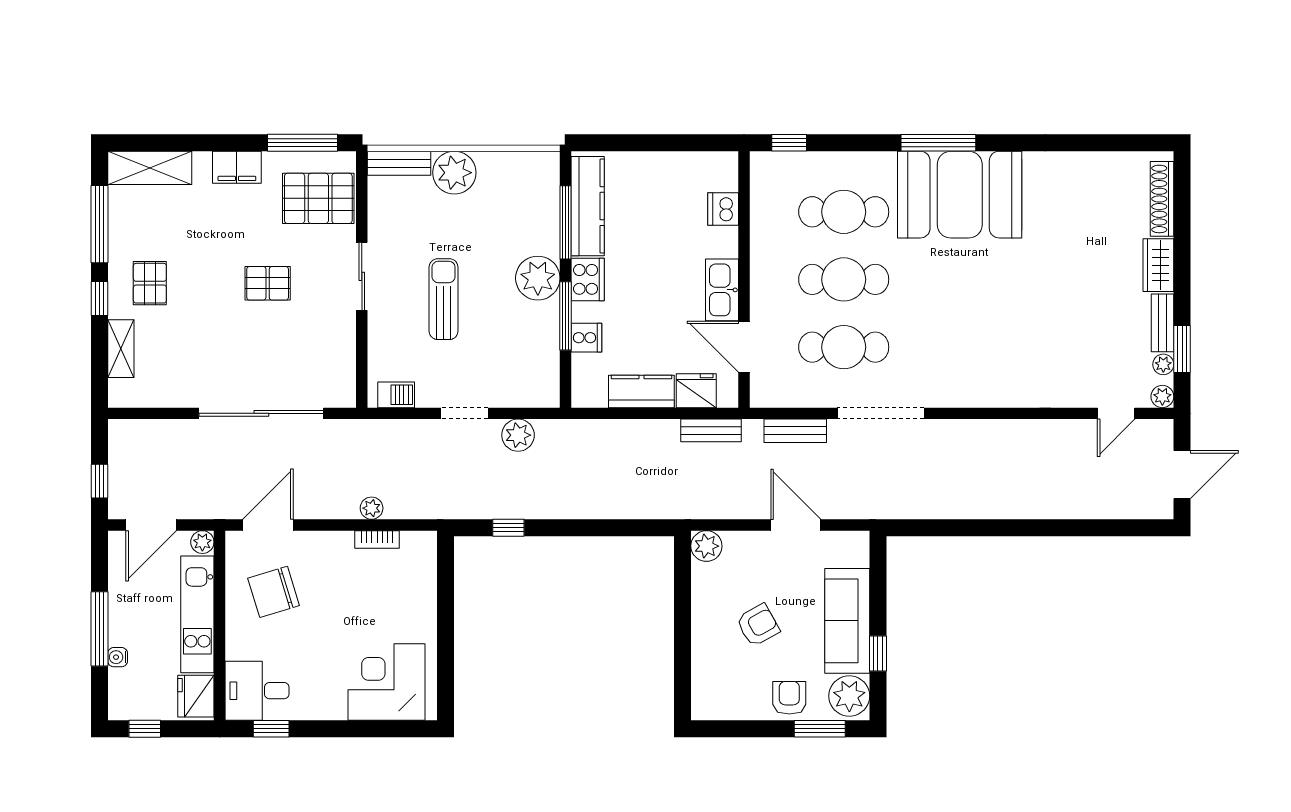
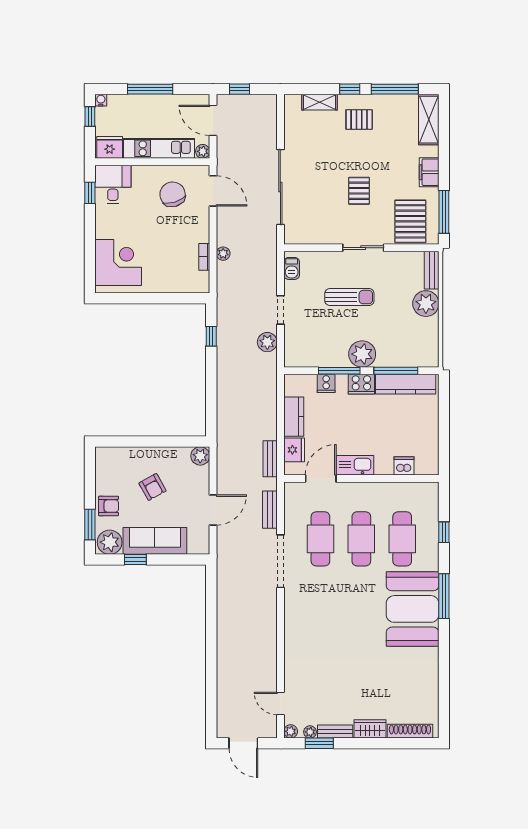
window: (789, 143) -> (444, 532), moved
water cooler: (118, 657) -> (101, 100), moved

